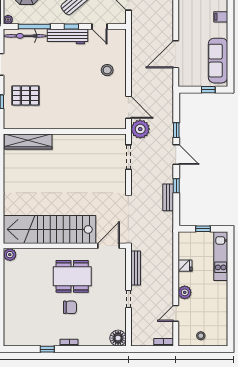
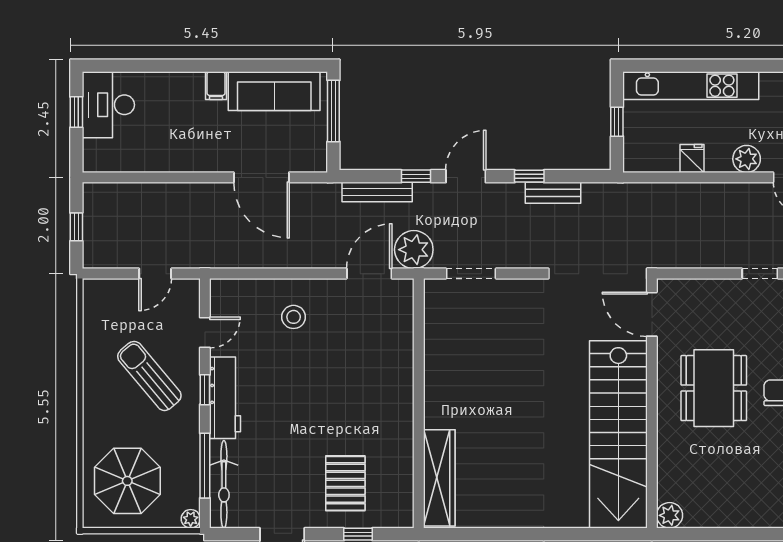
filing cabinet: (221, 17) -> (216, 86), moved
window: (208, 90) -> (333, 111), width x2.17
kitchen unit: (221, 256) -> (691, 86), width x1.36
bench: (136, 268) -> (377, 192), moved

